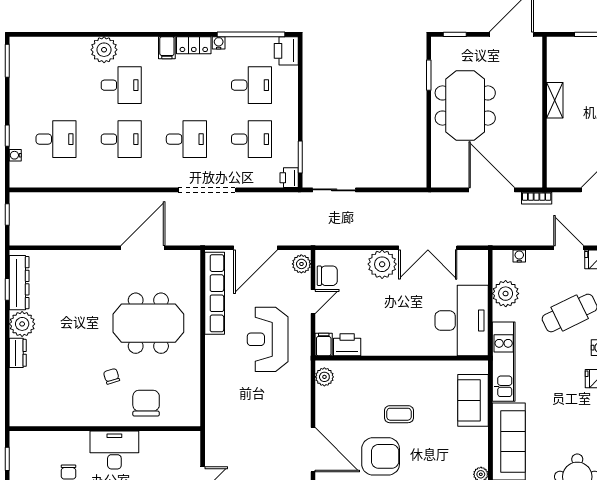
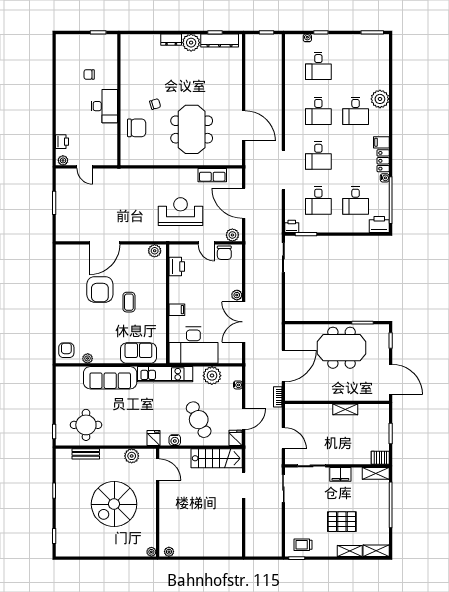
plant: (382, 264) -> (237, 295), width x0.53, depth x0.53
row of seats: (215, 293) -> (212, 175), width x0.50
filing cabinet: (324, 345) -> (177, 310), moved

